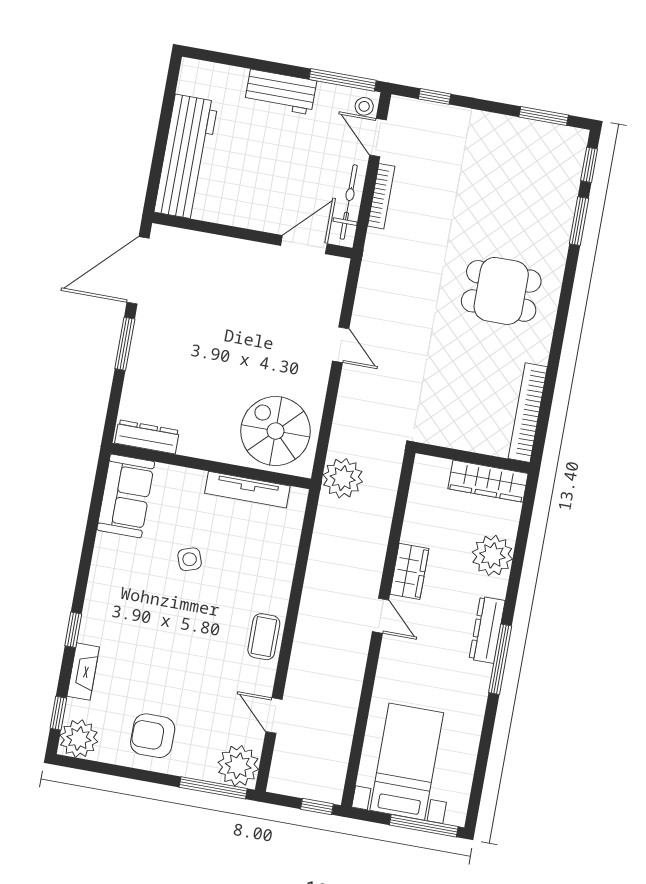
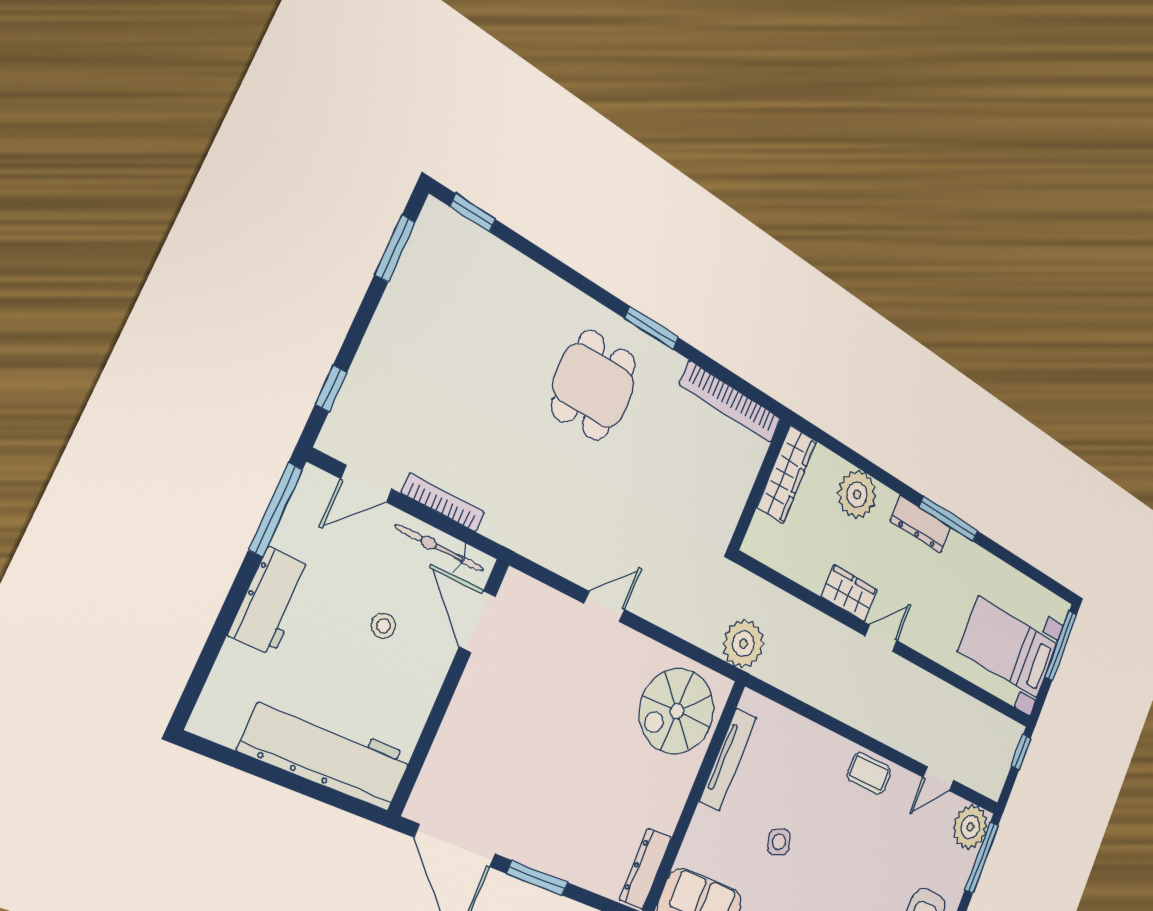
stool: (364, 106) -> (383, 626), moved
window: (579, 221) -> (652, 328), moved

